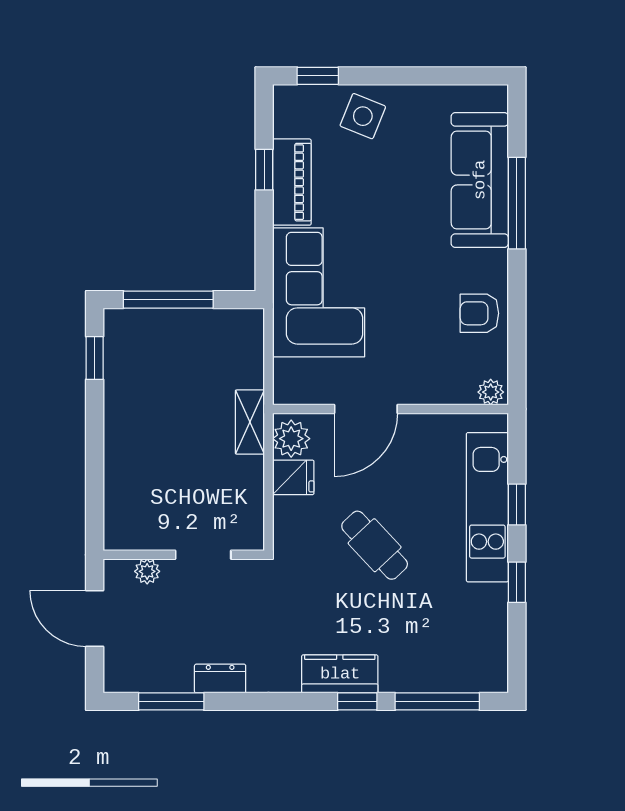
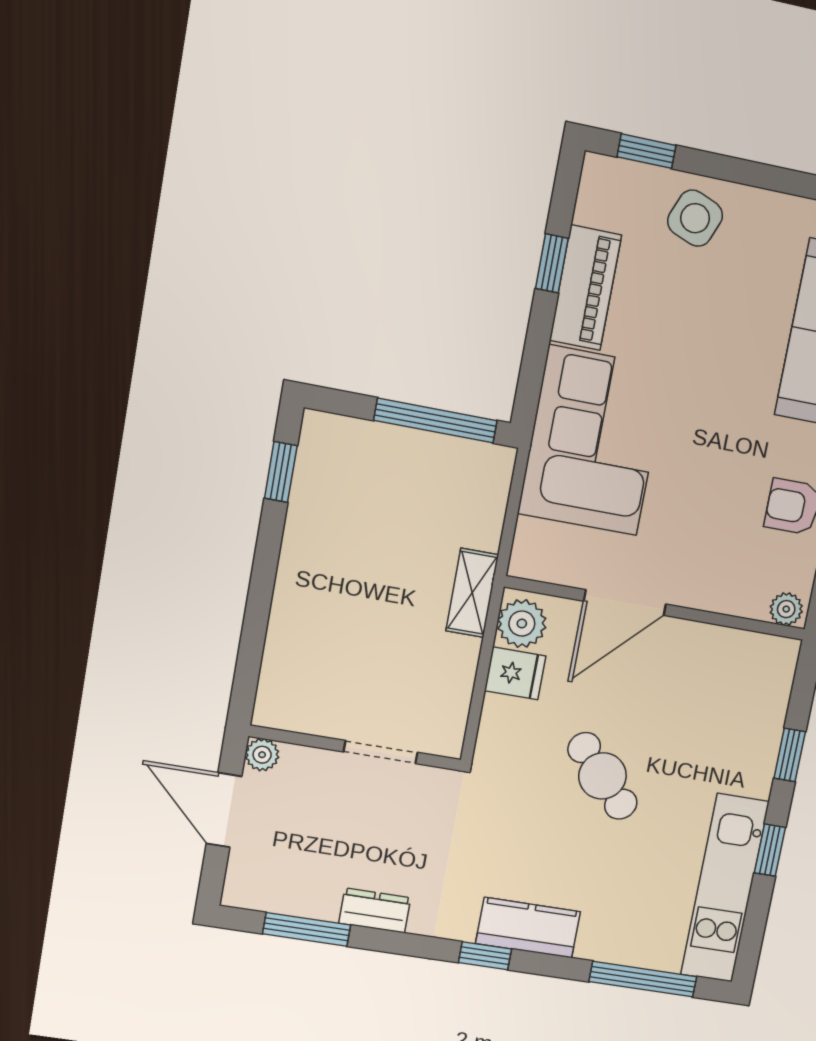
window: (168, 300) -> (435, 421), moved
kitchen unit: (487, 507) -> (725, 888), moved
plant: (147, 571) -> (262, 755), moved
window: (357, 701) -> (485, 956), moved

